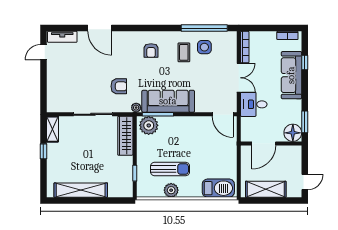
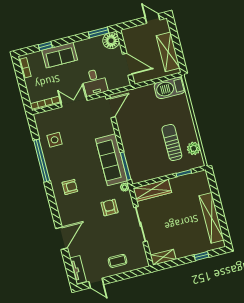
window: (204, 28) -> (42, 161), moved
coffee table: (184, 52) -> (118, 261), moved
sofa: (291, 75) -> (60, 55), width x0.73
plant: (149, 125) -> (138, 172), removed
window: (43, 151) -> (201, 256), moved
barbecue: (218, 188) -> (170, 88), moved, turned -90
plant: (171, 190) -> (194, 148), moved

